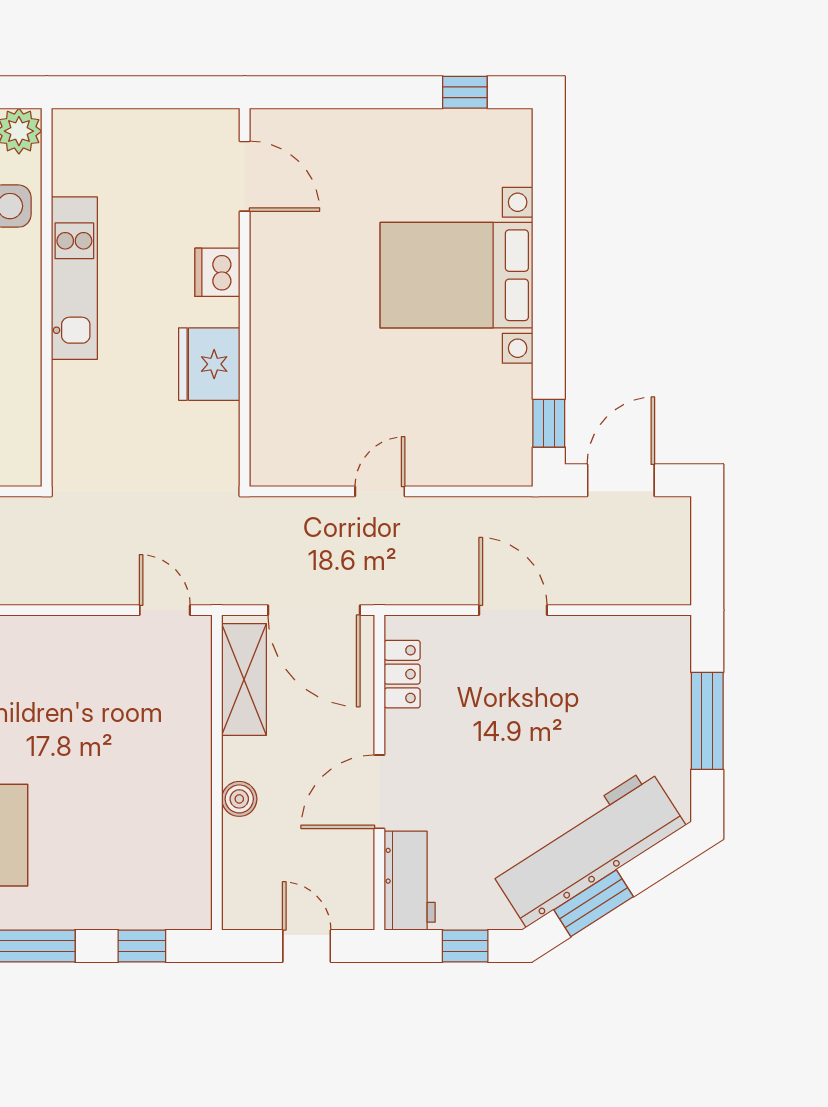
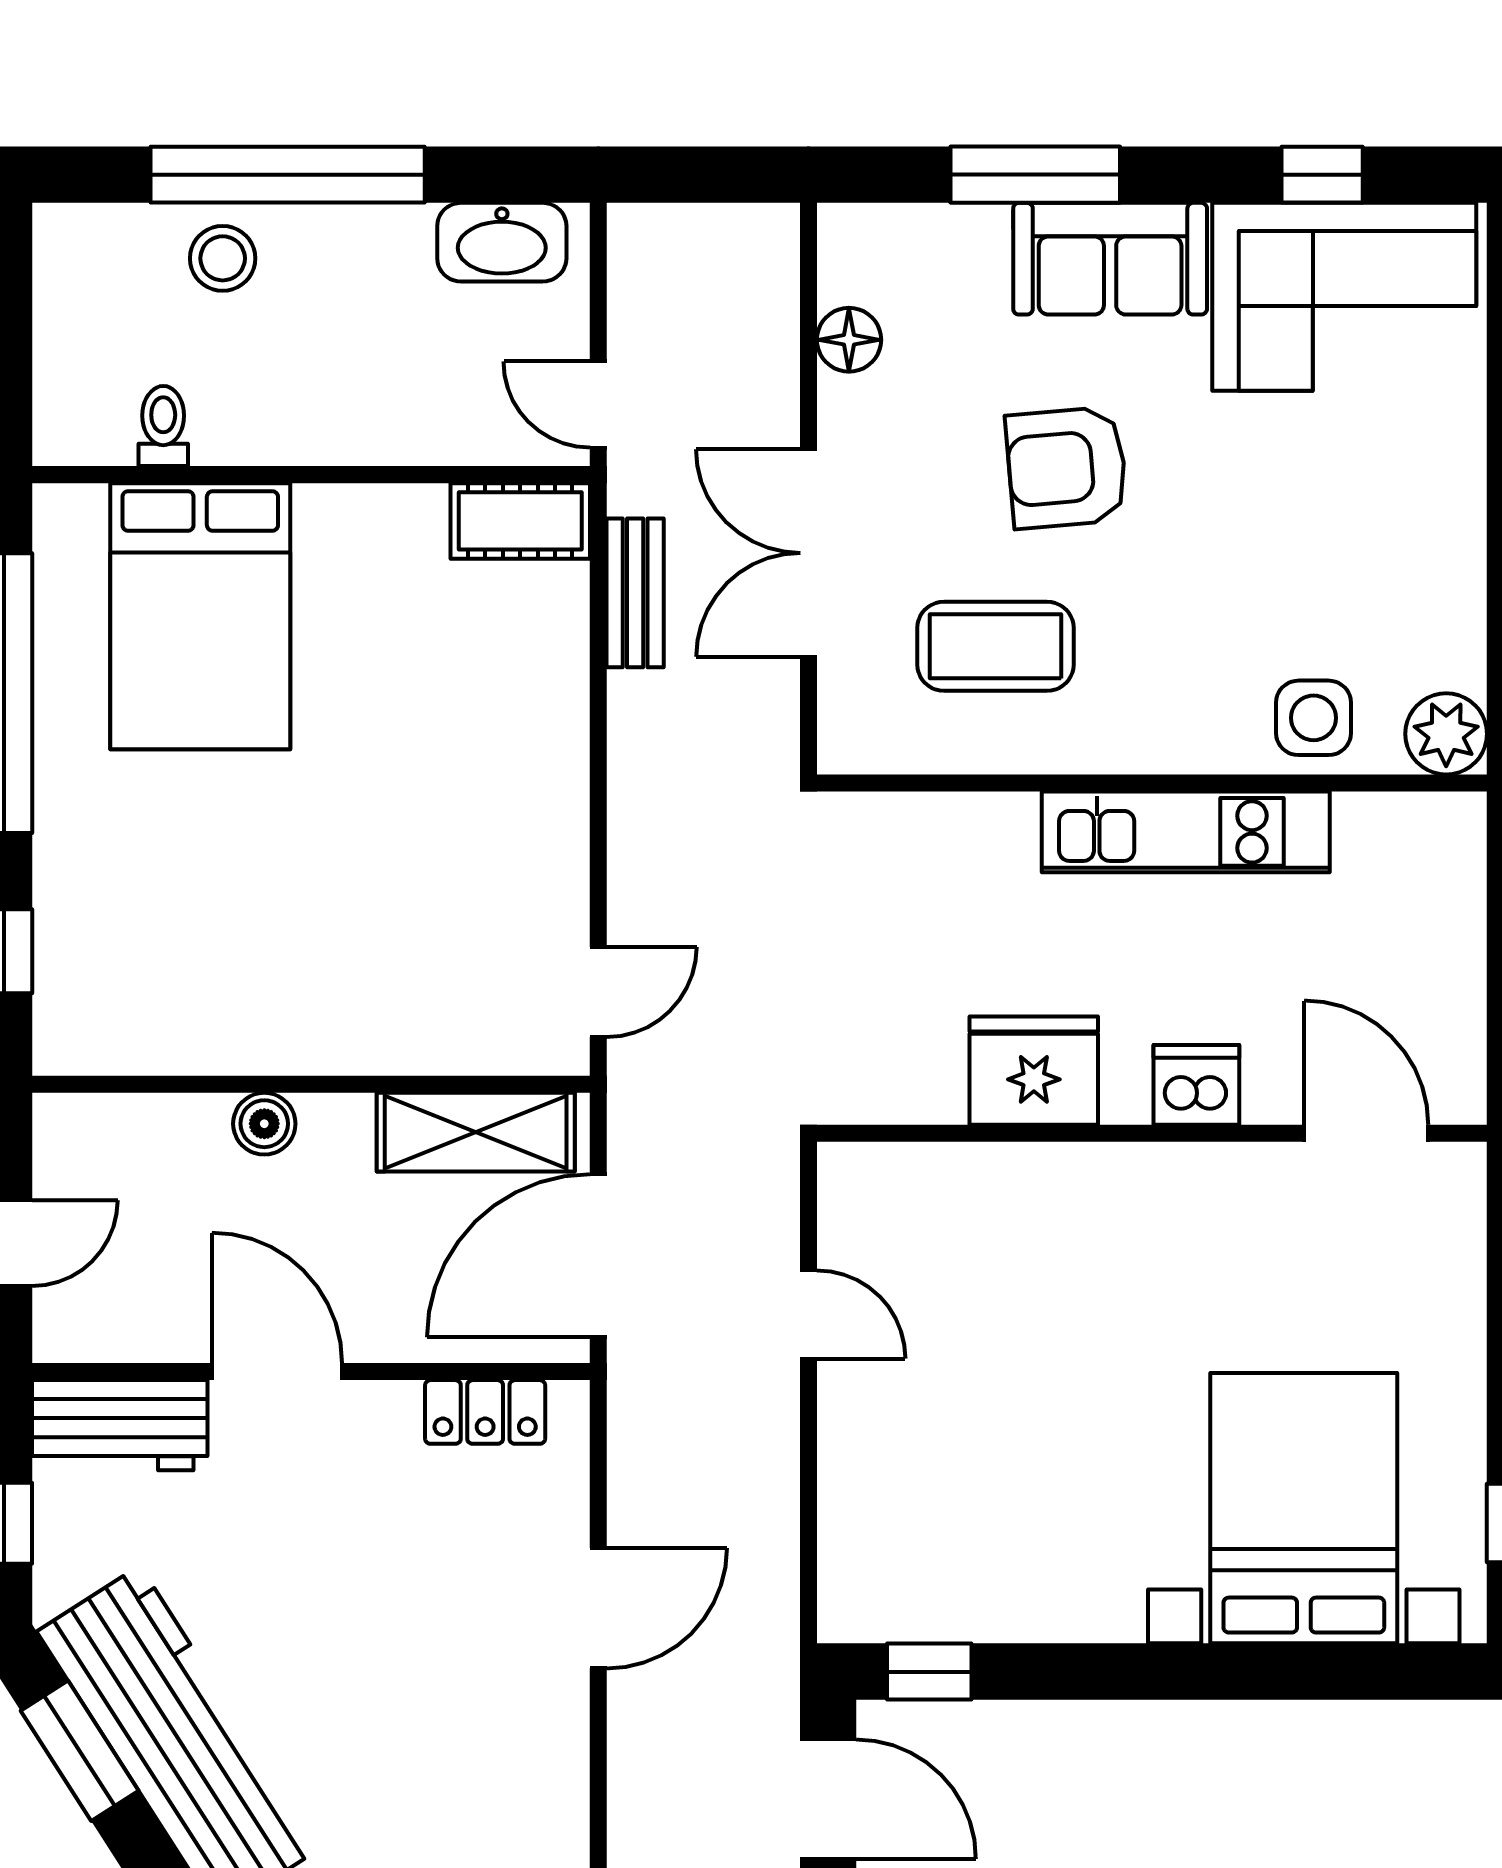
door: (245, 176) -> (1366, 1133), swing flipped
bed with nightstands: (456, 275) -> (1304, 1508), moved
door: (380, 491) -> (809, 1314), moved

